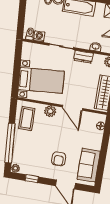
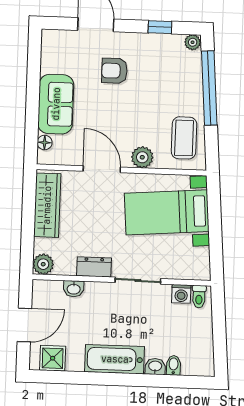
armchair: (59, 159) -> (114, 71), turned -90
sofa: (89, 165) -> (56, 104), moved

